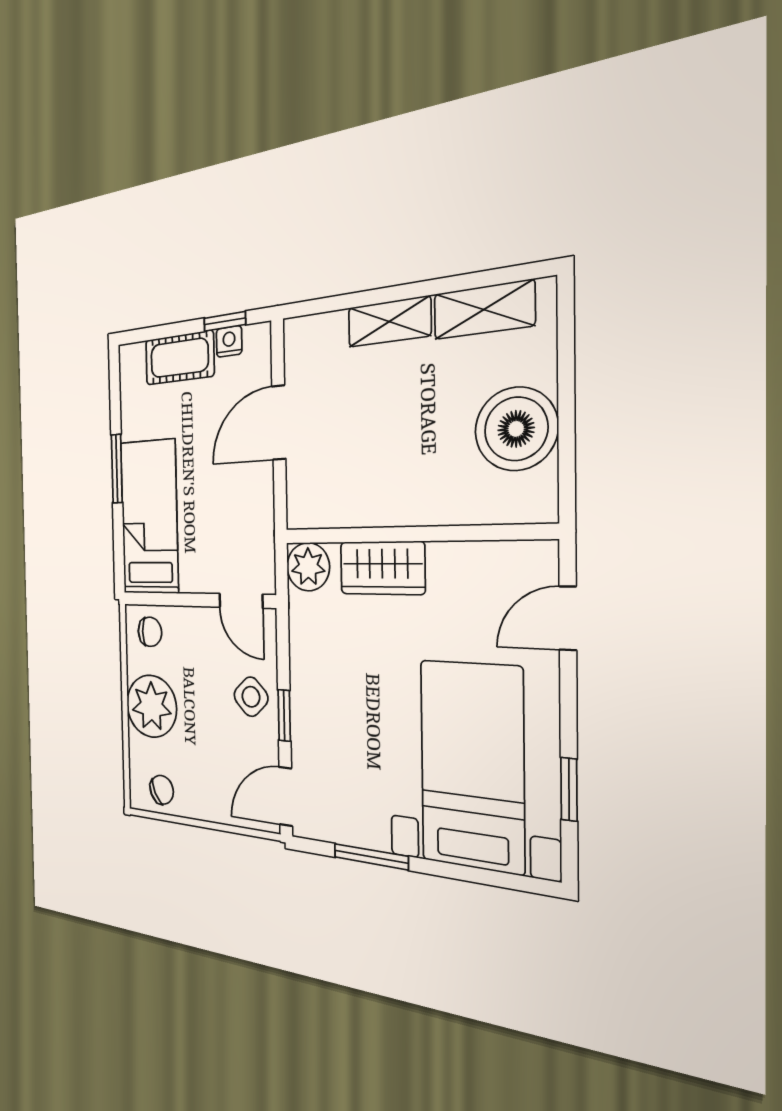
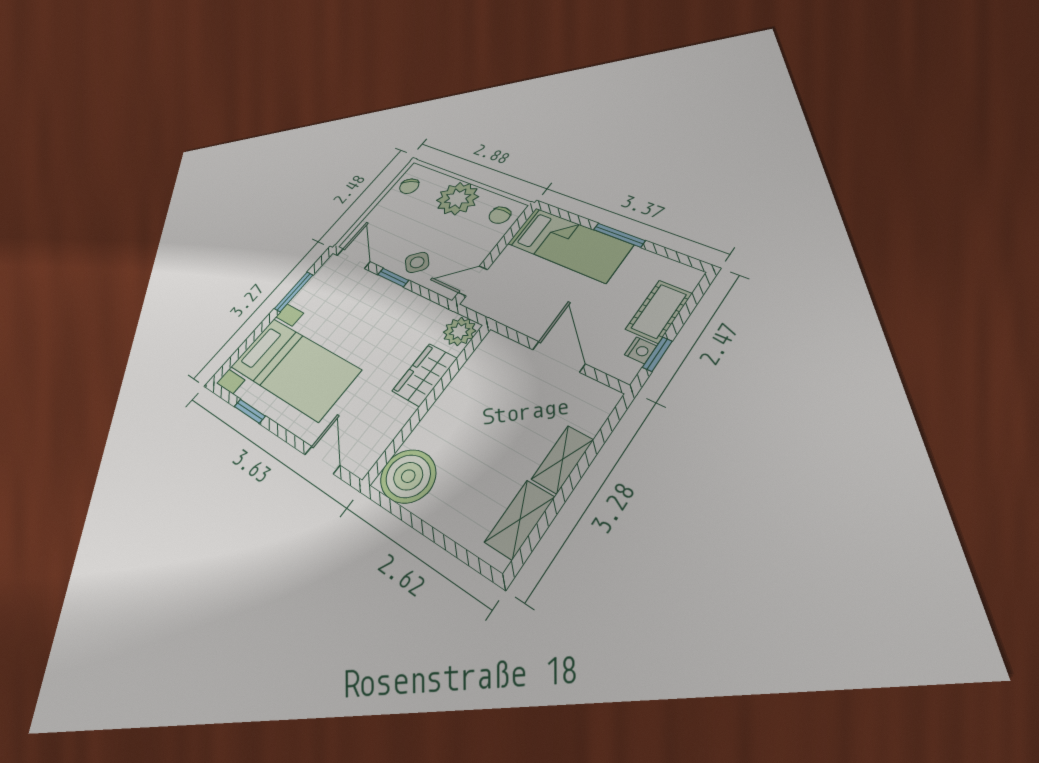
boiler: (516, 429) -> (408, 476), moved

